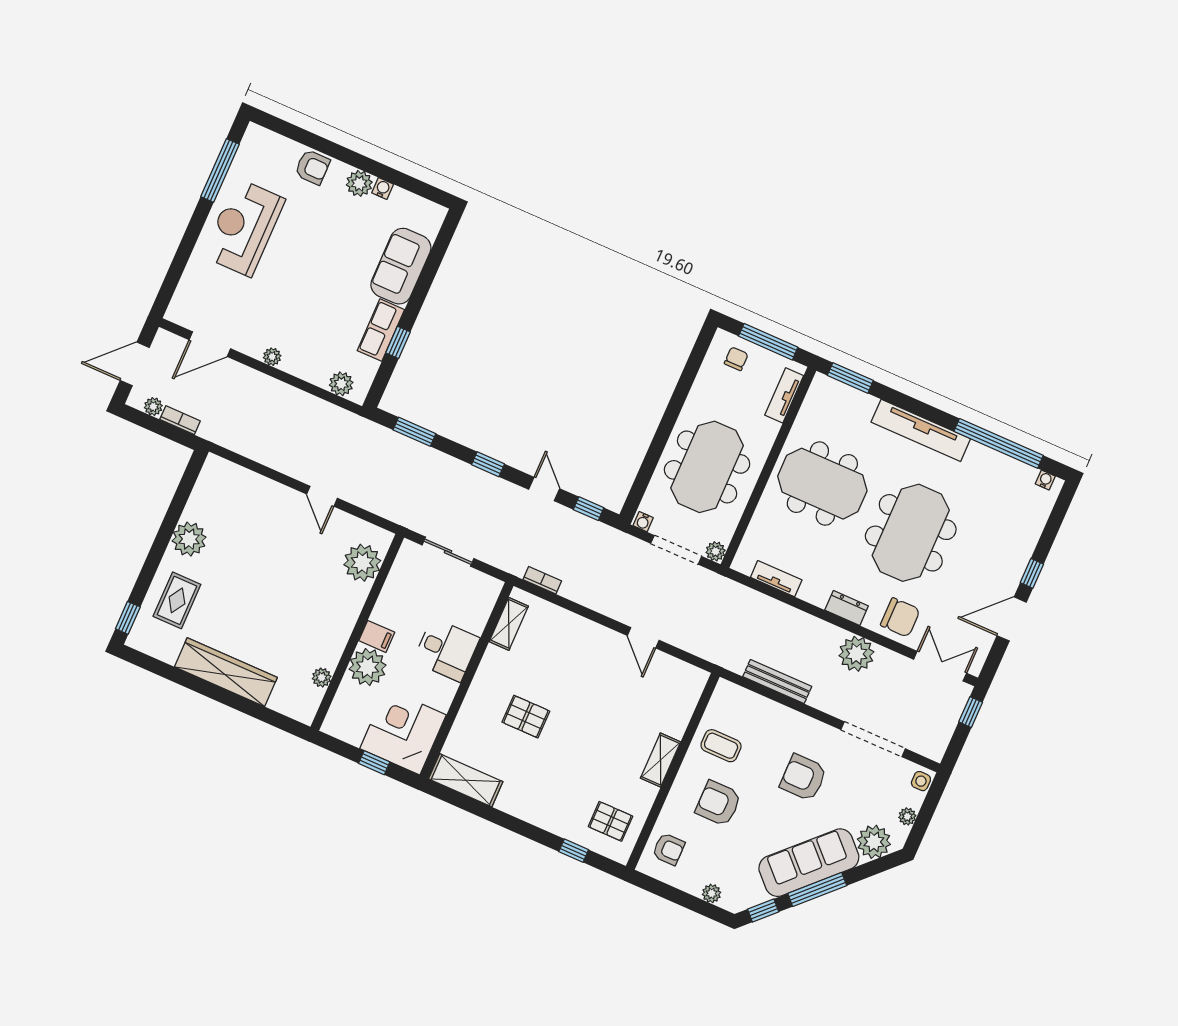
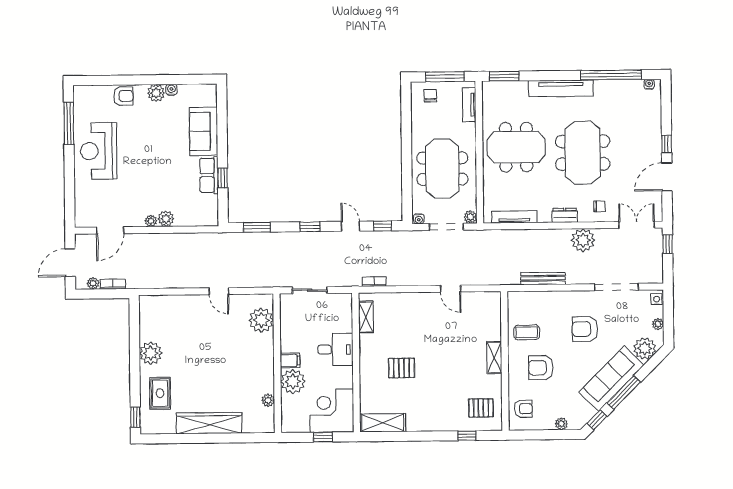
plant: (341, 384) -> (166, 219), moved
tv unit: (776, 579) -> (514, 217), width x1.41
chair: (900, 617) -> (599, 206), width x0.54, depth x0.54

